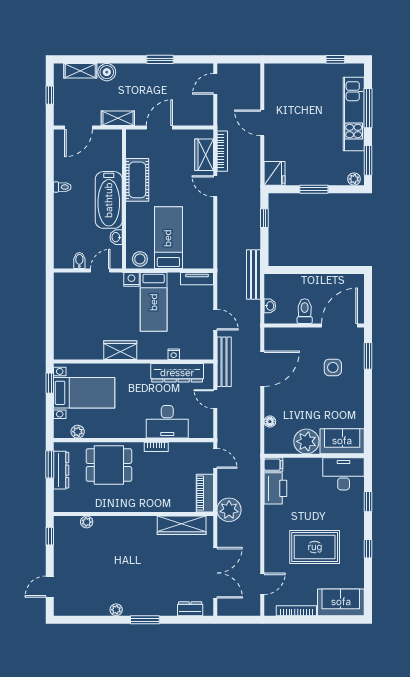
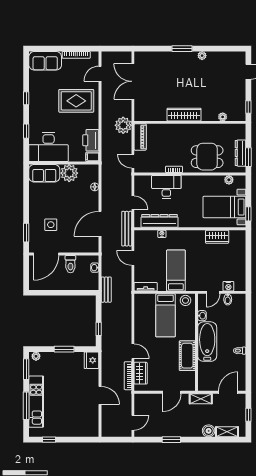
bench: (253, 274) -> (106, 290), width x0.73
nightstand: (131, 279) -> (228, 286), moved
wardrobe: (120, 350) -> (217, 237), moved
desk: (344, 474) -> (49, 147), width x1.36, depth x1.30
wardrobe: (182, 525) -> (184, 115), moved
rug: (315, 547) -> (76, 101), moved
dresser: (190, 609) -> (150, 56), removed

